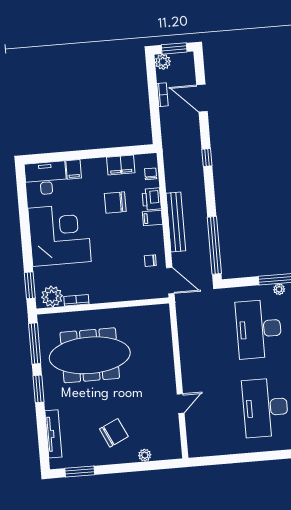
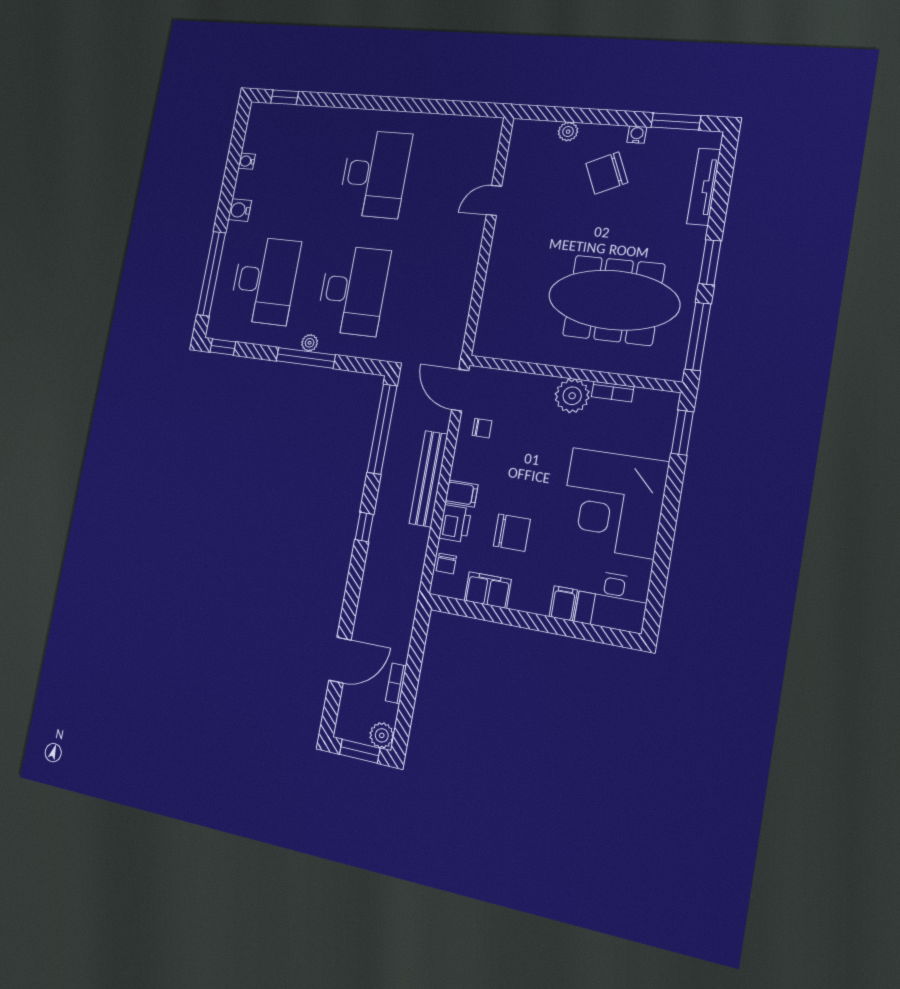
door: (202, 98) -> (340, 660), hinge flipped
window: (207, 157) -> (364, 527), moved
plant: (52, 296) -> (572, 396), moved
water cooler: (101, 460) -> (637, 135), added

